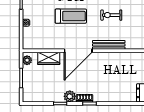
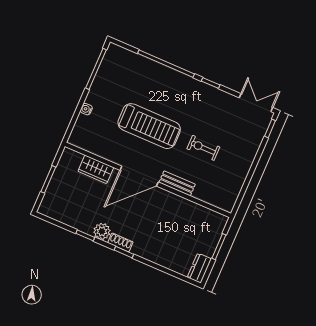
treadmill: (71, 16) -> (149, 126), width x1.37, depth x1.38
bench: (109, 45) -> (177, 183), width x0.73
plant: (27, 60) -> (66, 159), removed

